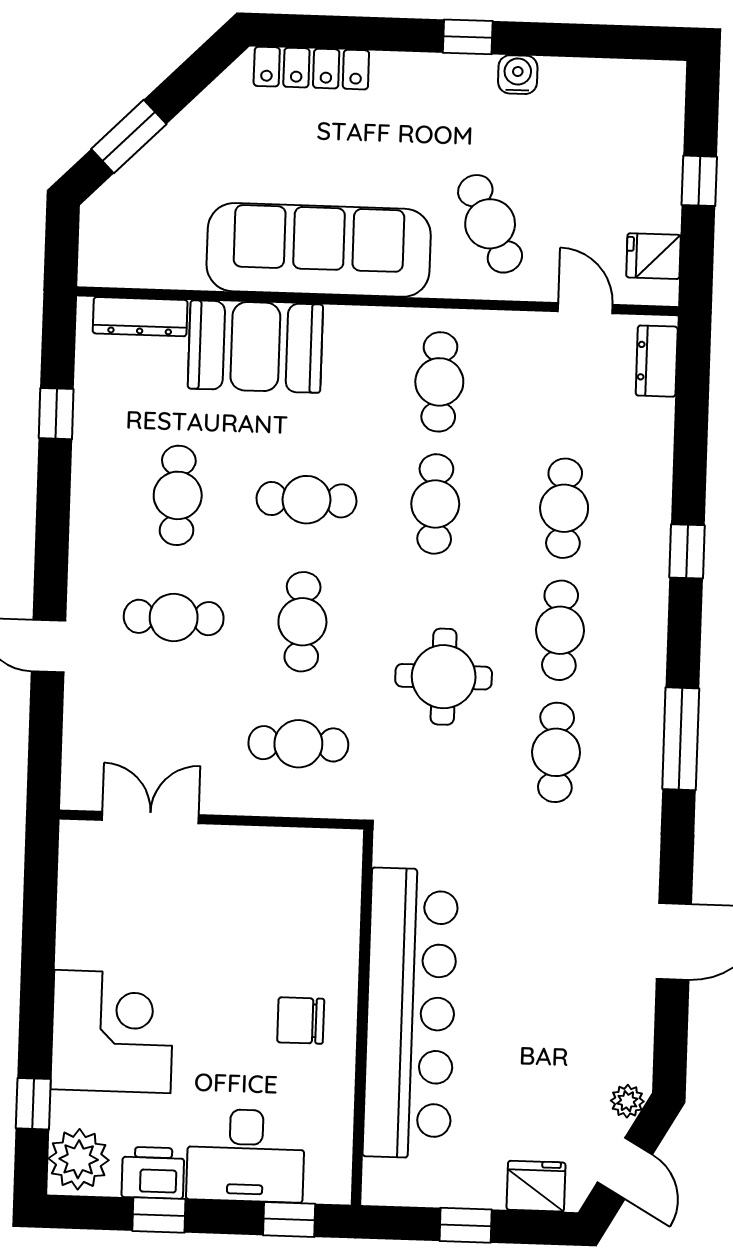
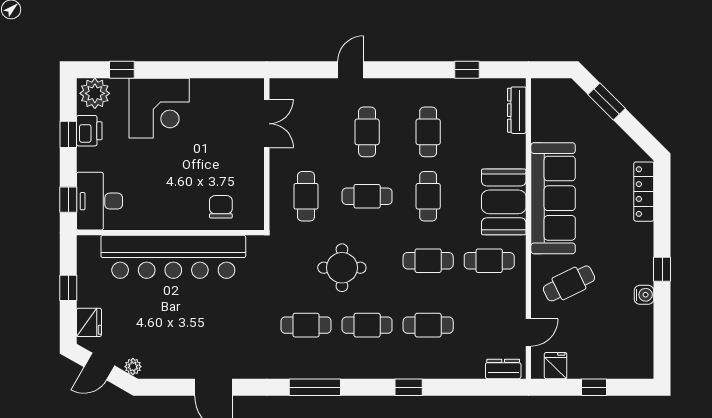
booth: (255, 347) -> (504, 202), moved
cafe table: (178, 495) -> (428, 132), turned 90
chair: (301, 1021) -> (221, 207), moved
desk: (246, 1155) -> (99, 201), moved

